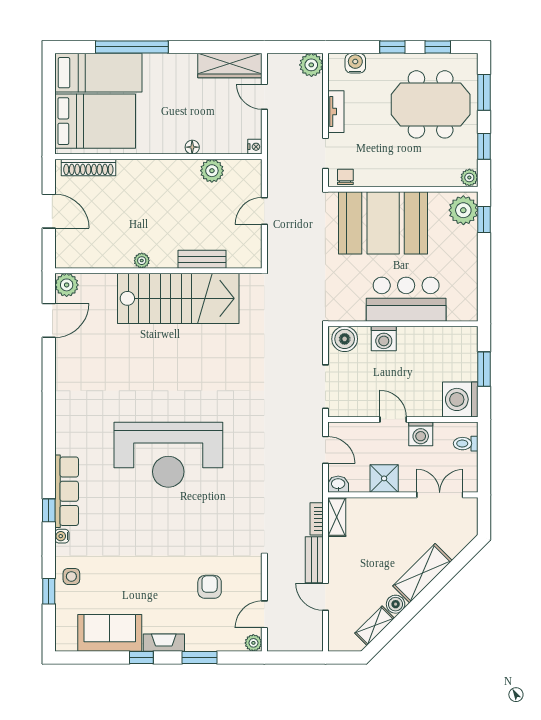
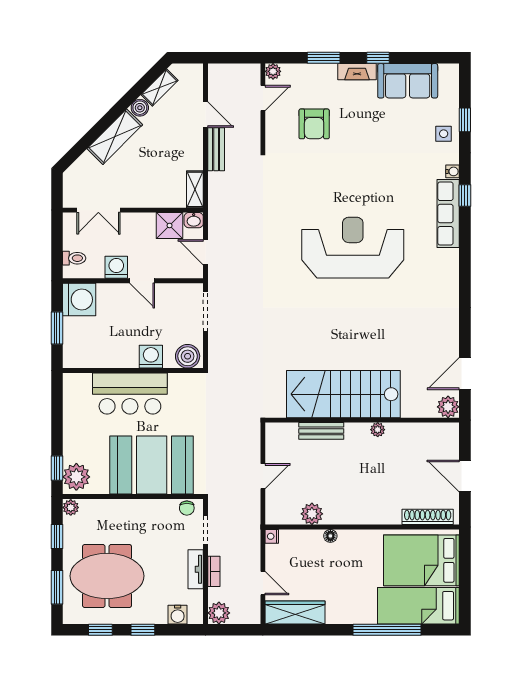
shower: (384, 478) -> (170, 225), moved
bookcase: (317, 519) -> (214, 571), moved
armchair: (210, 587) -> (314, 124), width x1.38, depth x1.38

